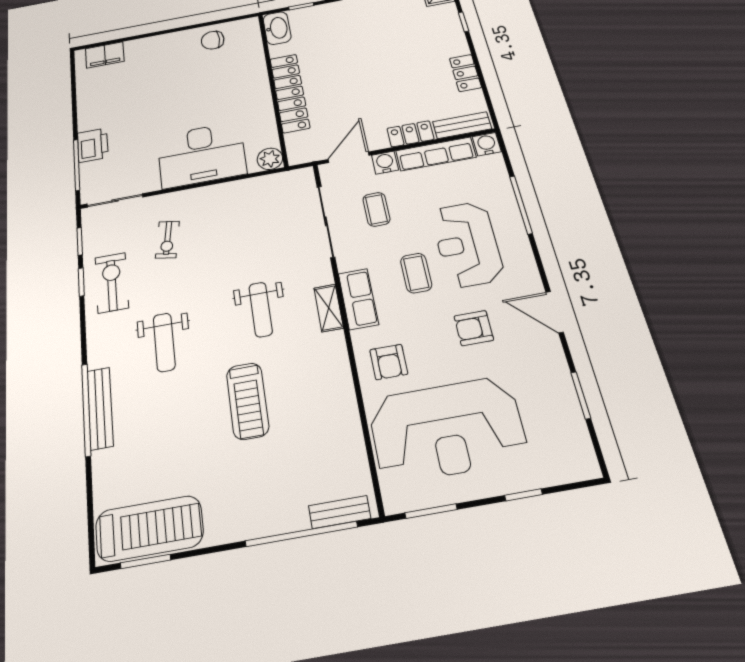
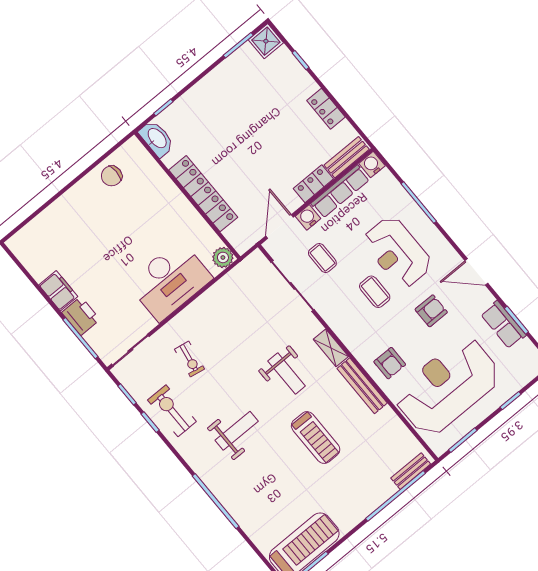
filing cabinet: (105, 55) -> (58, 291), moved, turned -90
row of seats: (358, 299) -> (503, 325), moved, turned 180
armchair: (474, 328) -> (431, 311), turned 180
weight bench: (164, 342) -> (237, 431), turned -90
bench: (100, 408) -> (362, 386), moved
reception desk: (447, 429) -> (448, 386), turned 180

